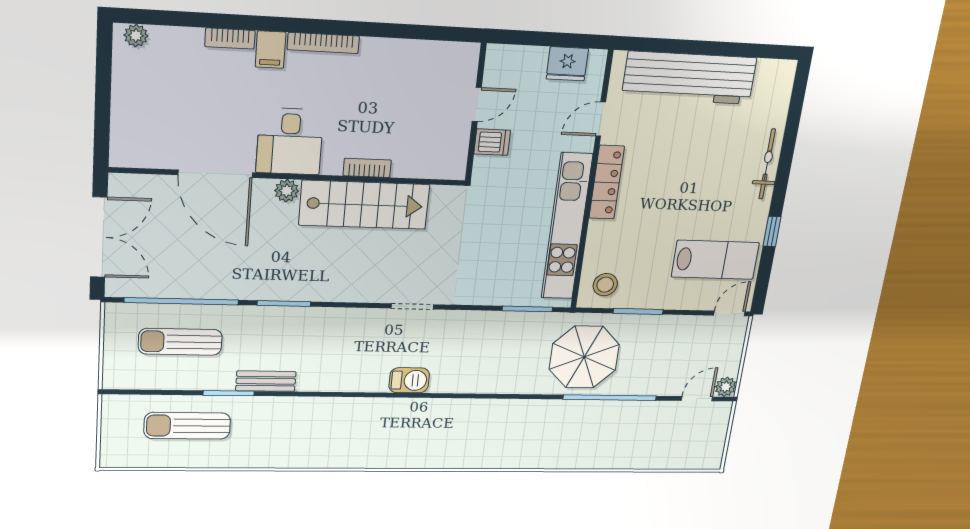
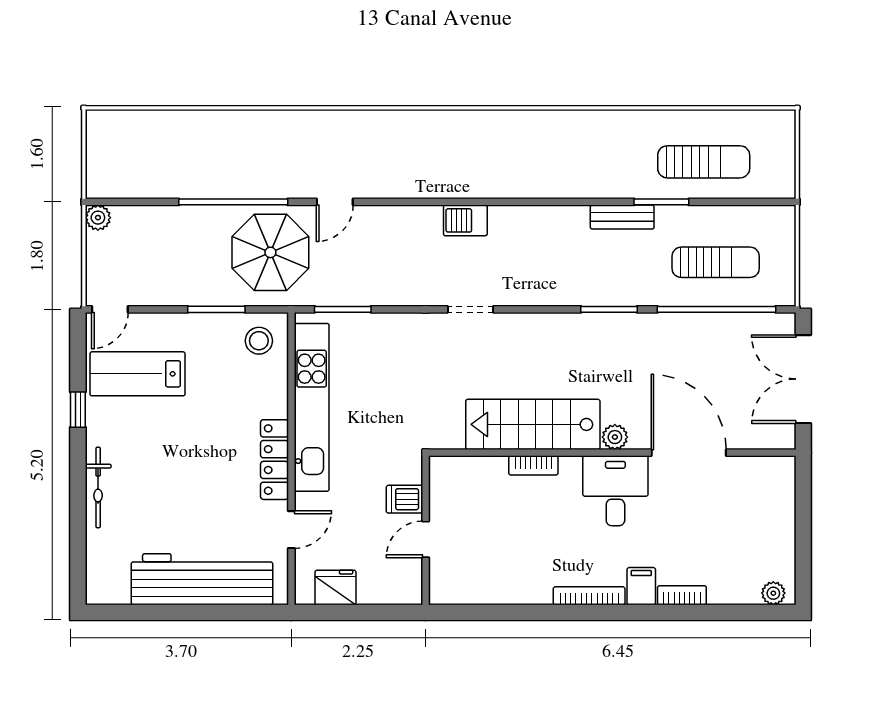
door: (697, 399) -> (335, 202), moved

